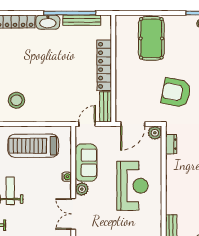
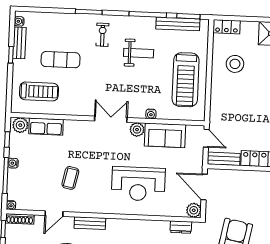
treadmill: (33, 146) -> (186, 80), turned 180

